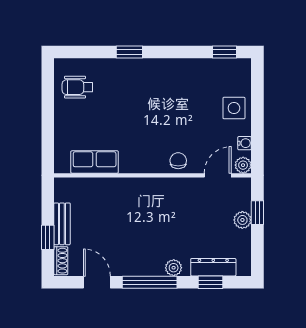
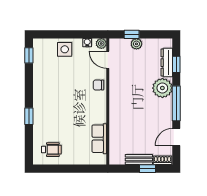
wheelchair: (77, 87) -> (51, 150), turned -90
plant: (174, 268) -> (162, 88), width x1.87, depth x1.87

